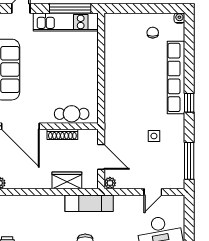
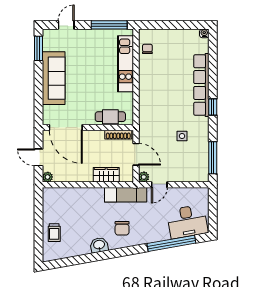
kitchen unit: (66, 22) -> (125, 64), moved, turned 90
chair: (153, 33) -> (147, 49), moved
shoe rack: (62, 134) -> (118, 135), moved
door: (153, 192) -> (159, 185), moved

